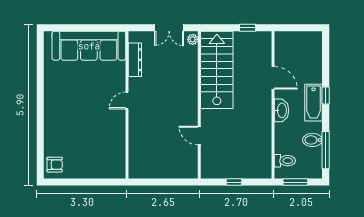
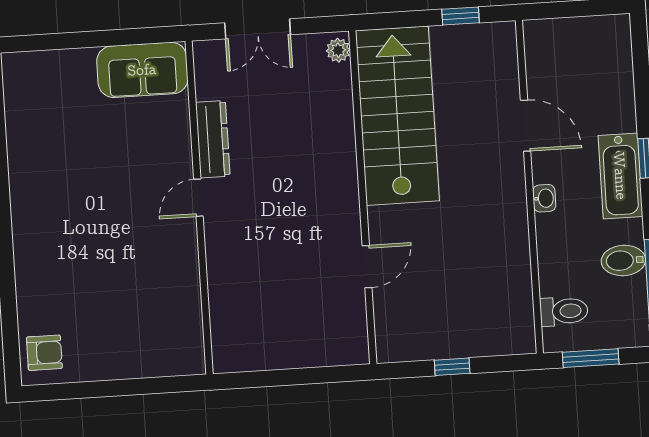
double door: (169, 28) -> (258, 29), moved
sofa: (89, 46) -> (142, 70), width x0.54, depth x0.79
dresser: (135, 60) -> (213, 139), moved
washbasin: (281, 110) -> (544, 198), width x0.52, depth x0.69
door: (199, 136) -> (367, 267), swing flipped

